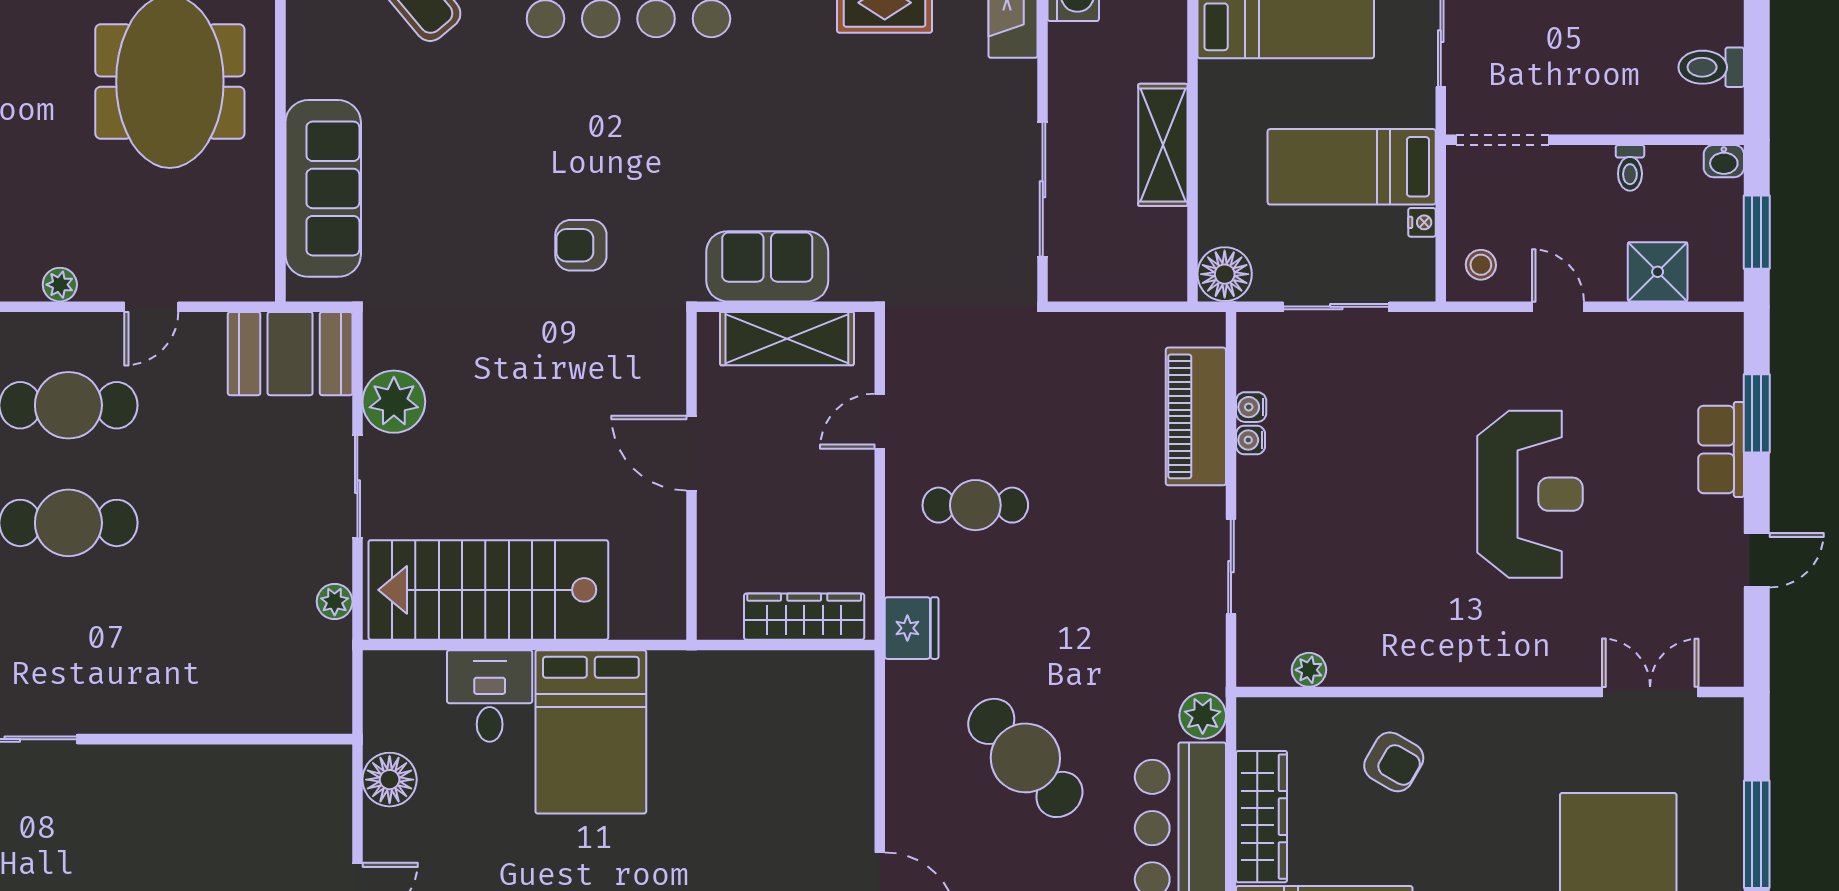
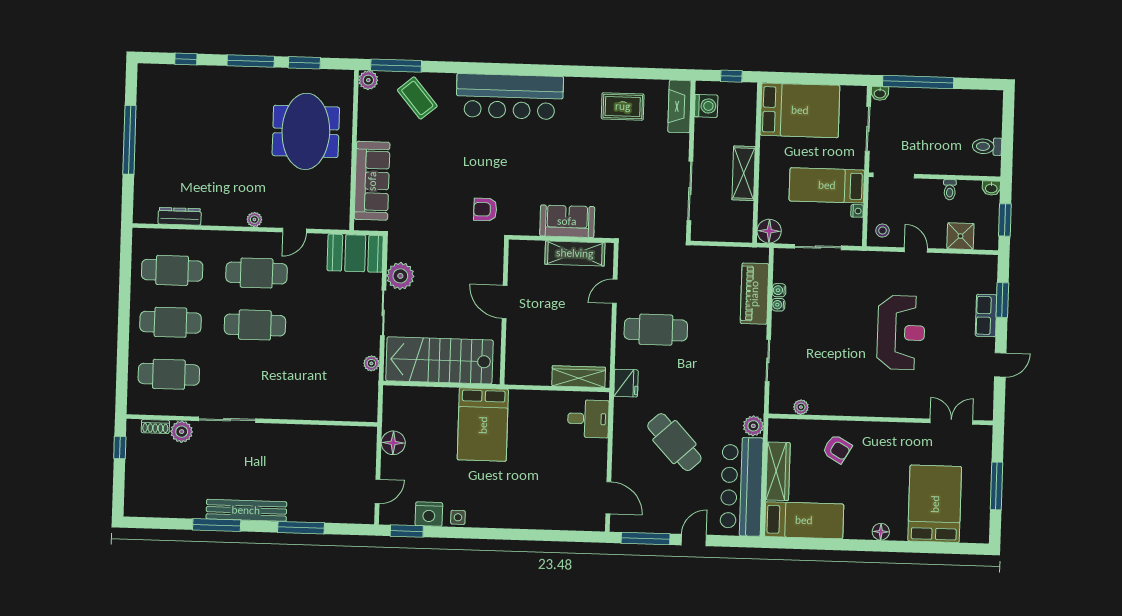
door: (691, 453) -> (505, 302), moved
wall: (691, 476) -> (504, 312), moved
cafe table: (975, 505) -> (656, 330), width x1.37, depth x1.35
desk: (490, 696) -> (588, 419), moved, turned 90

